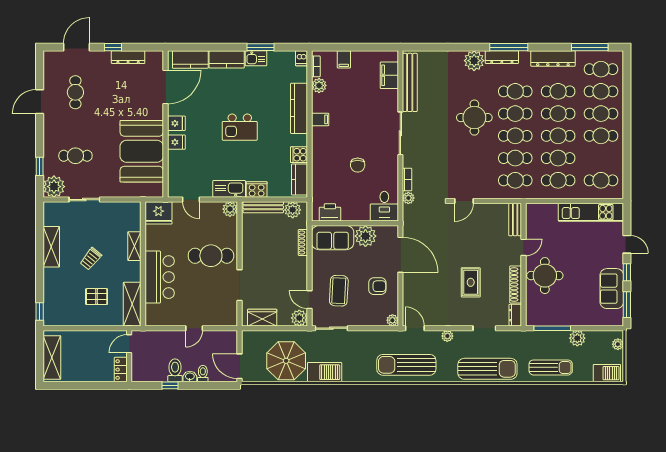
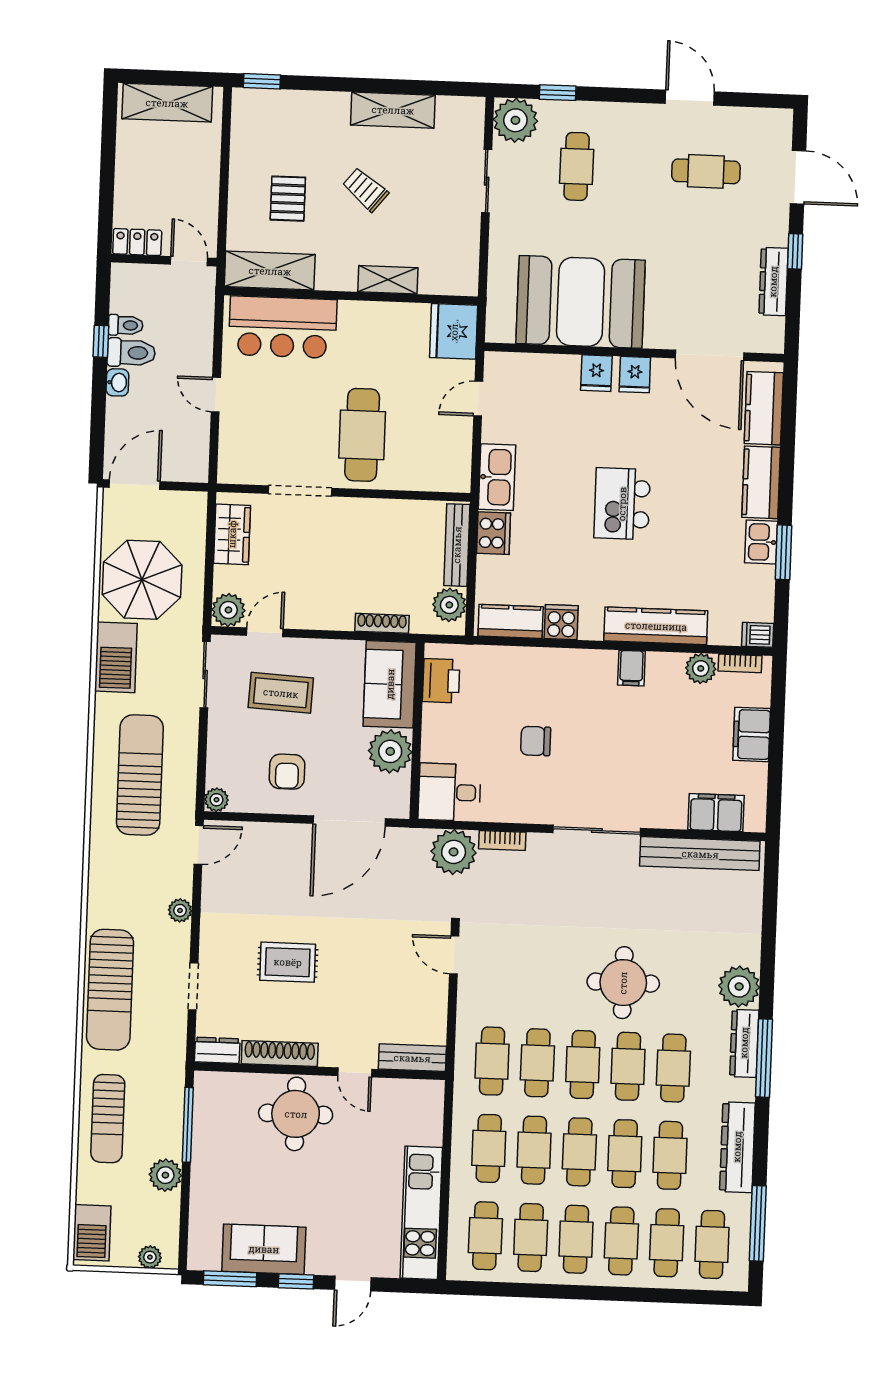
filing cabinet: (344, 59) -> (752, 734), width x2.00
cafe table: (601, 158) -> (531, 1237), added
plant: (408, 198) -> (454, 852), width x1.88, depth x1.88
plant: (230, 209) -> (456, 477), removed
bar counter: (160, 277) -> (283, 327), moved
sun lounger: (406, 365) -> (140, 775), moved
toilet: (203, 374) -> (126, 325), moved

